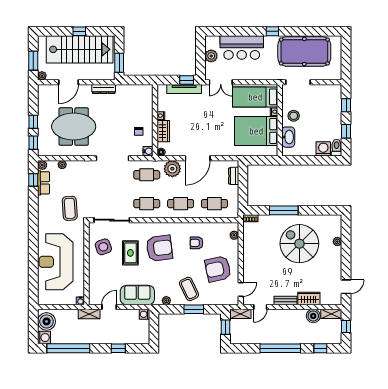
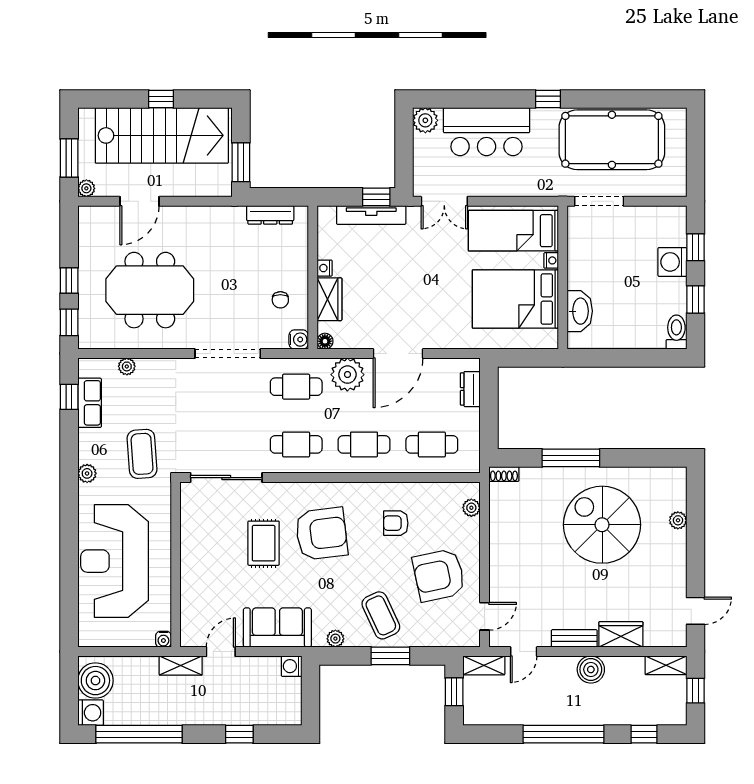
plant: (211, 56) -> (425, 120), moved
dresser: (104, 89) -> (270, 215), moved
stool: (294, 116) -> (591, 268), removed
washing machine: (323, 149) -> (672, 262), moved, turned -90
plant: (42, 165) -> (87, 473), moved
side table: (103, 247) -> (209, 531), removed
boiler: (313, 316) -> (591, 669), moved

